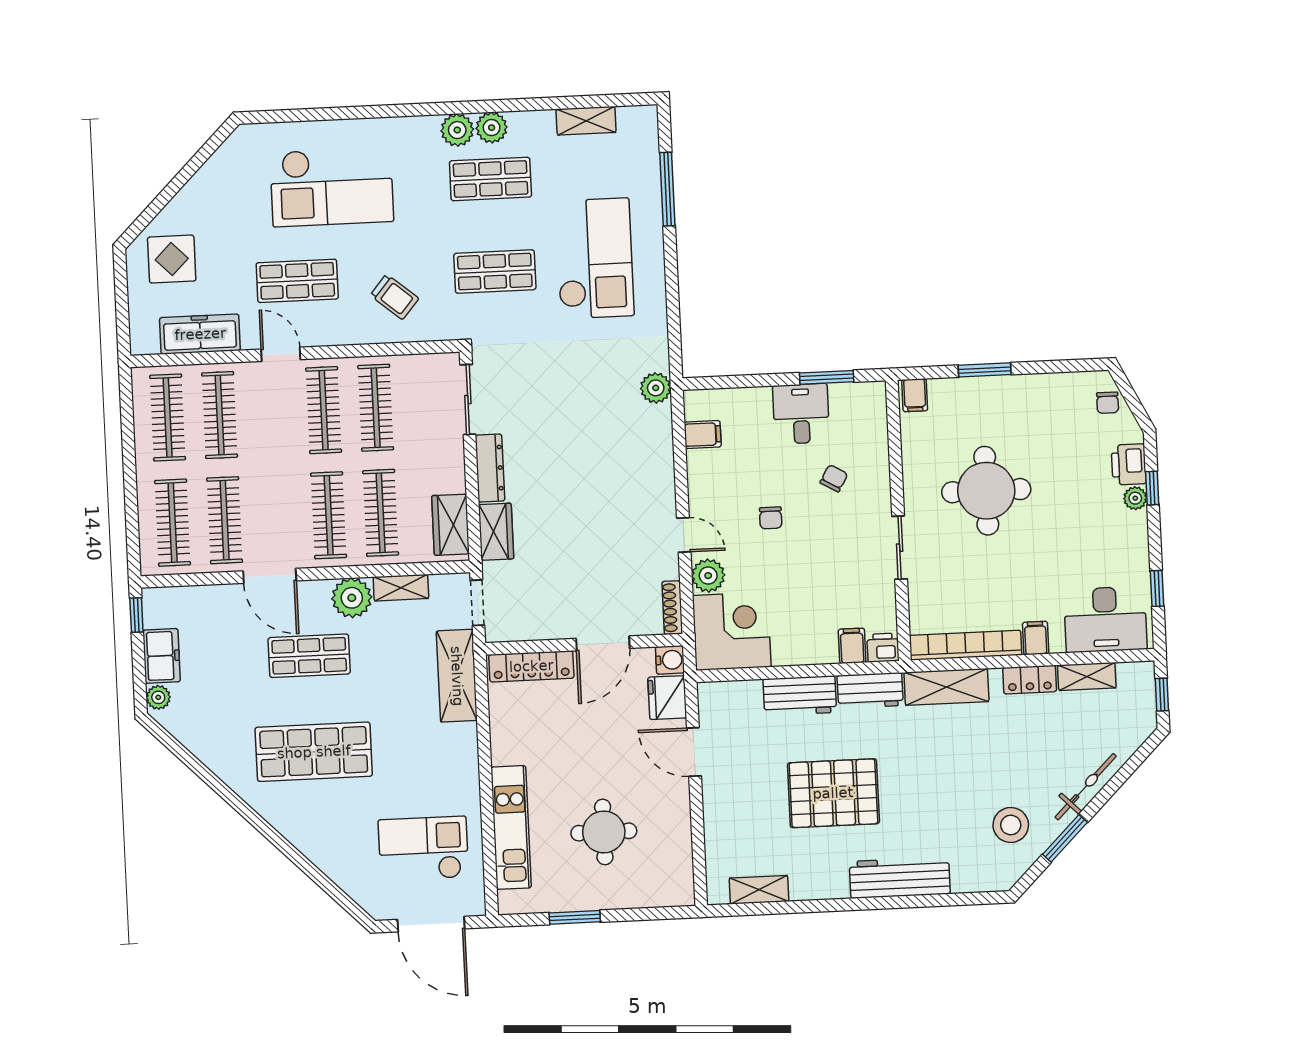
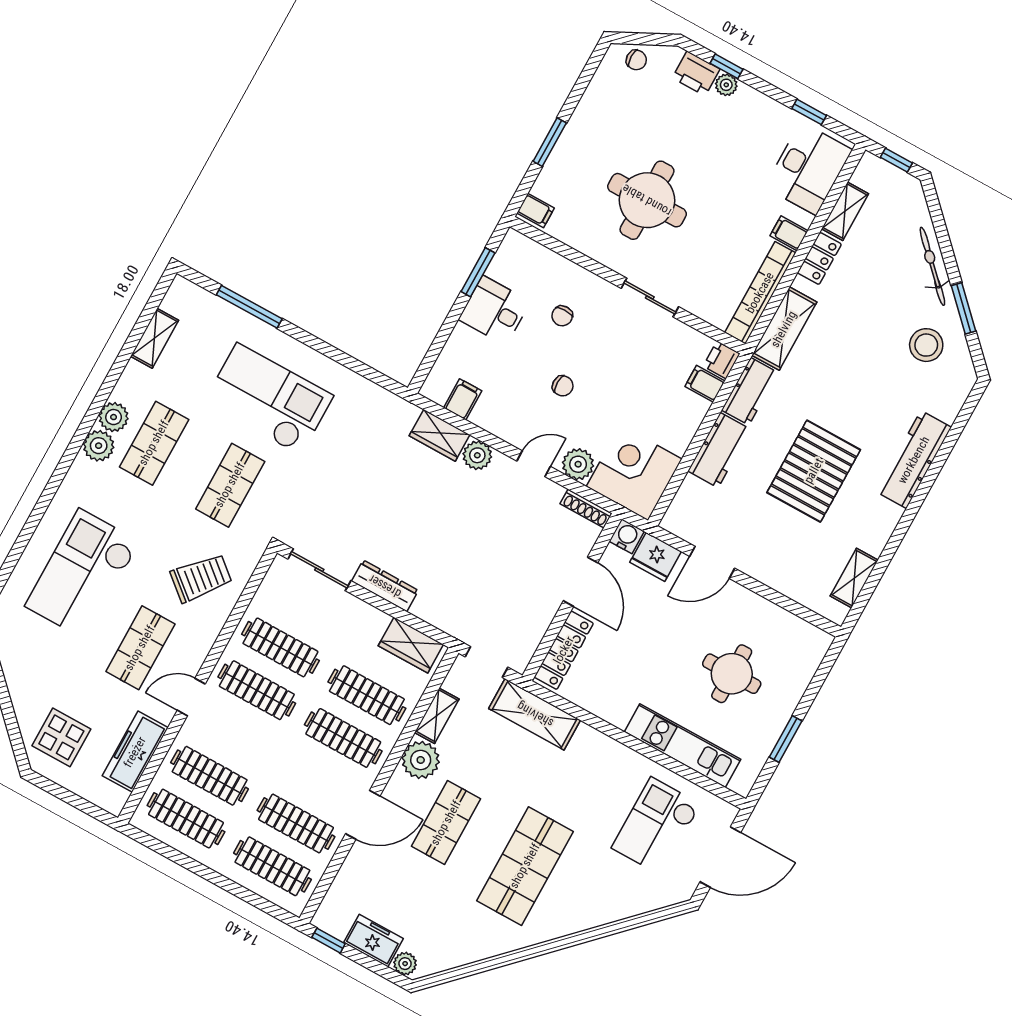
checkout: (332, 187) -> (82, 574), turned 180
trolley: (394, 297) -> (201, 578), width x1.36, depth x1.39
plant: (656, 388) -> (477, 455), moved
chair: (834, 478) -> (562, 316), turned -120
wardrobe: (496, 532) -> (439, 435), moved, turned 180

